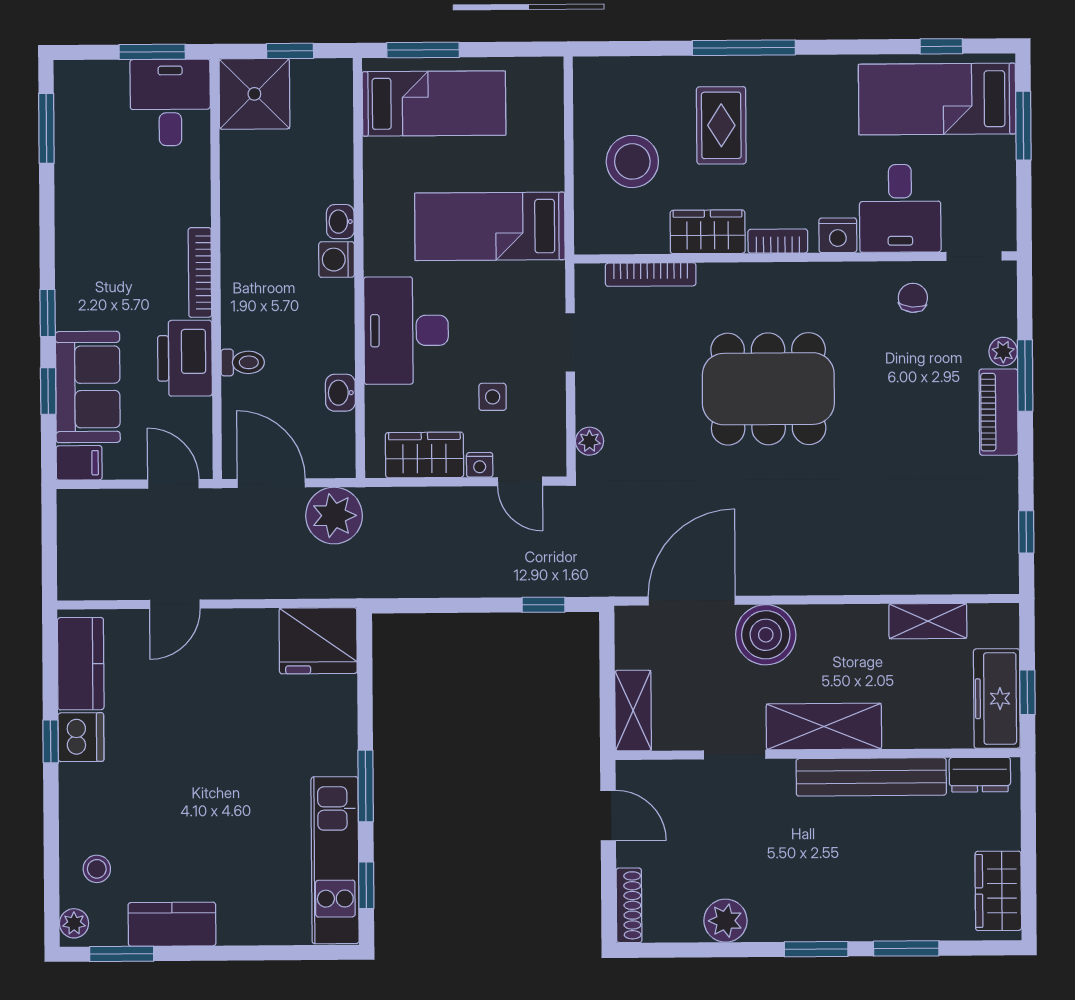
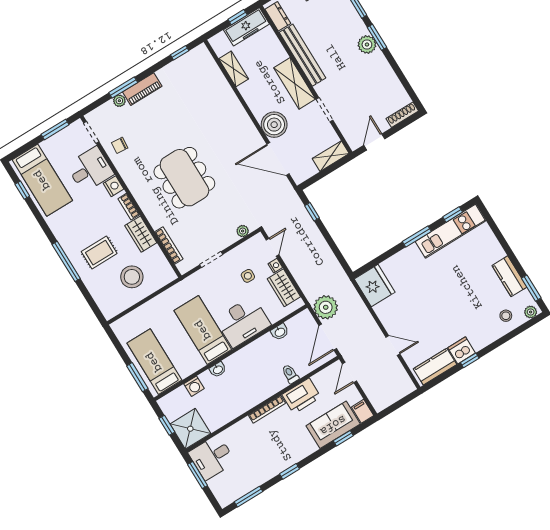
window: (1023, 126) -> (55, 129), moved
bed: (490, 226) -> (203, 330), moved, turned 180
washing machine: (337, 260) -> (194, 386), moved
window: (48, 313) -> (290, 471), moved
plant: (725, 921) -> (367, 45), moved

